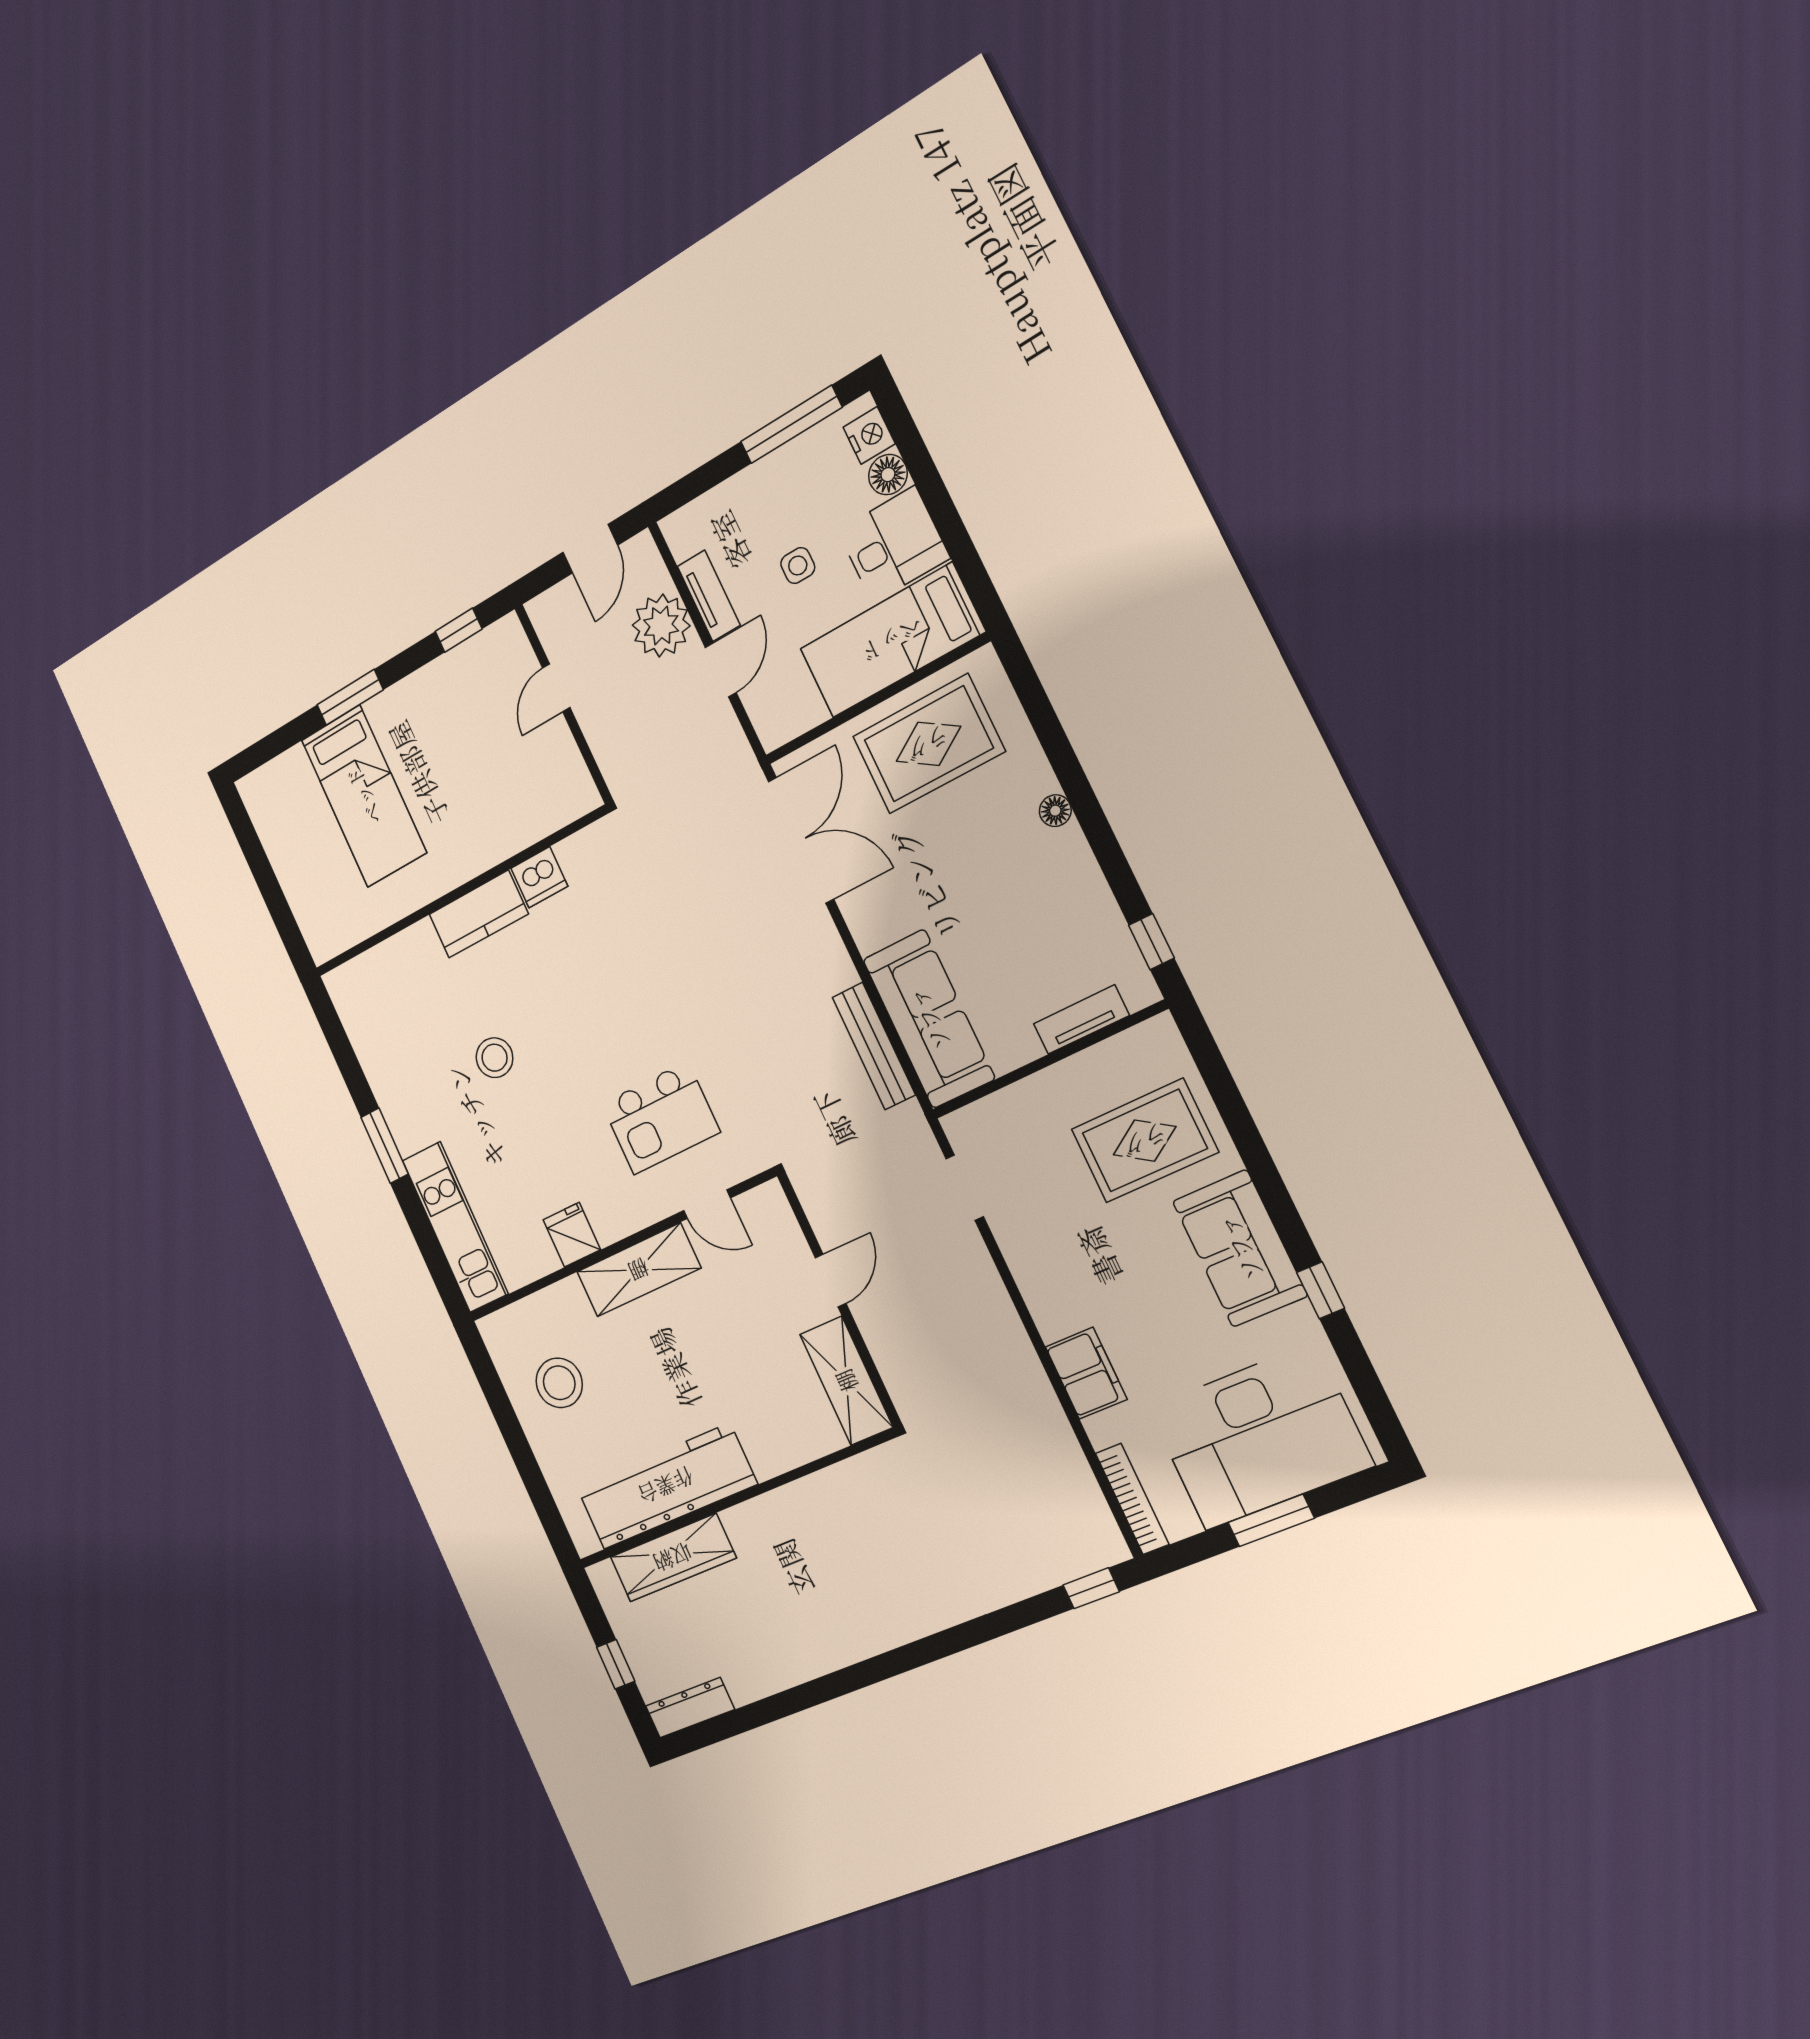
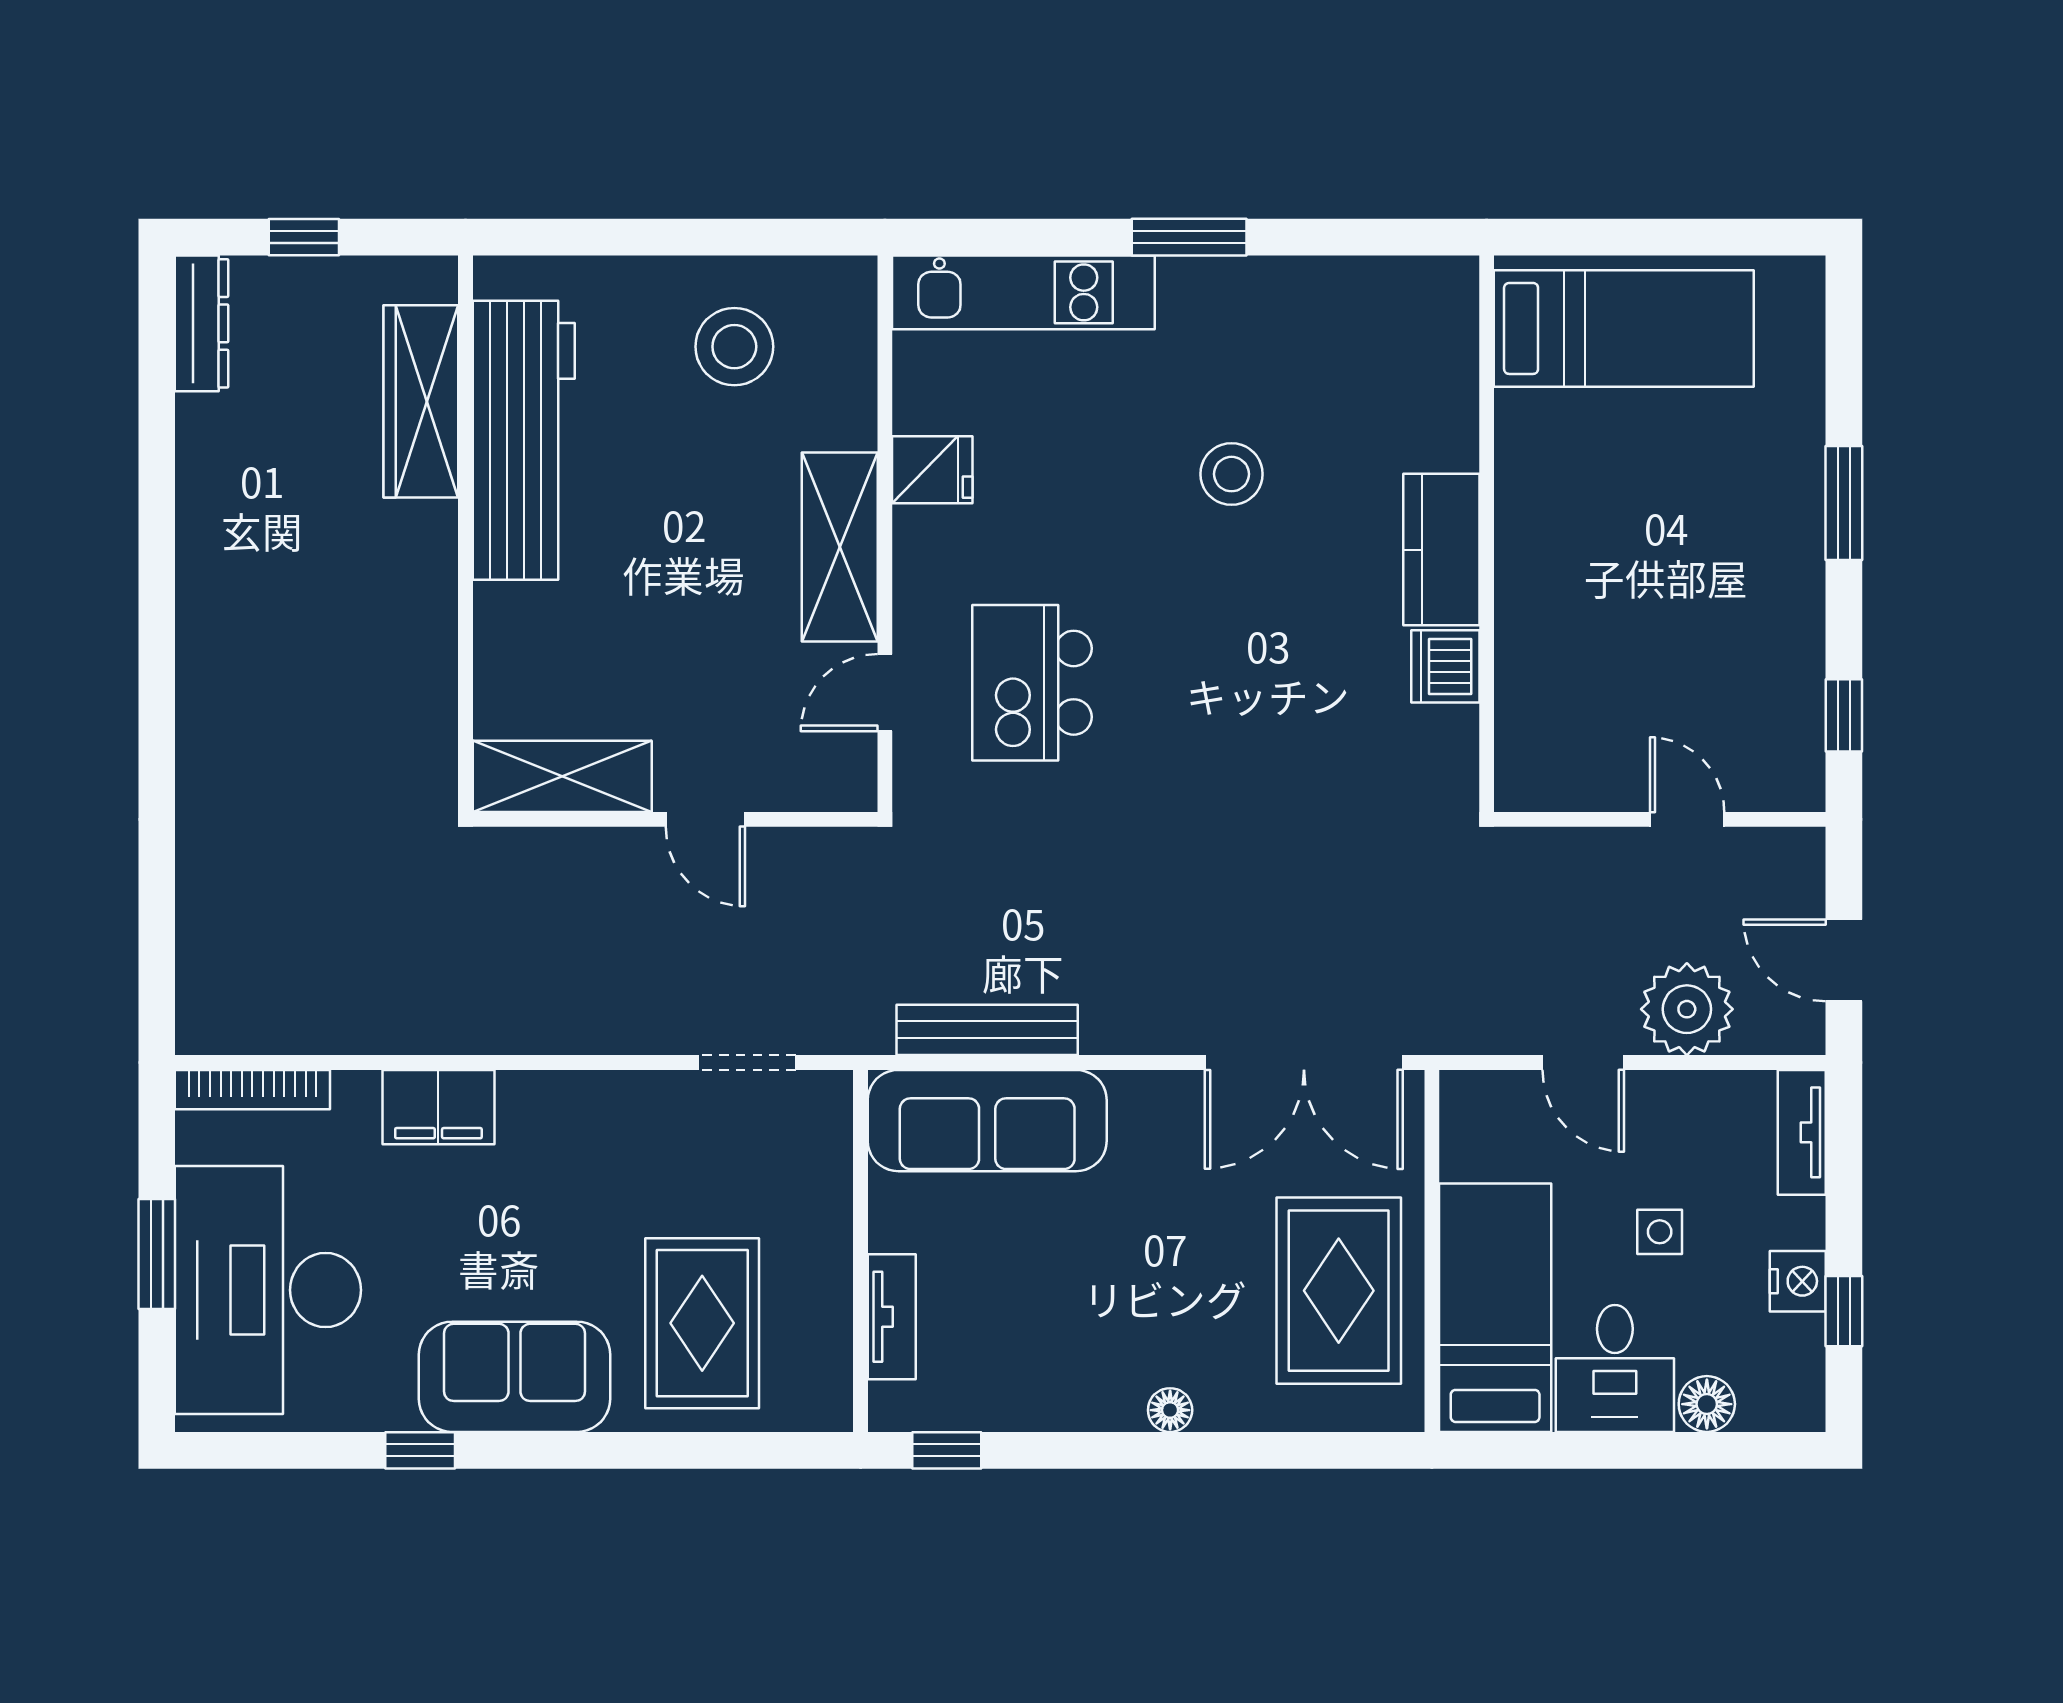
window: (791, 424) -> (1844, 1311), width x0.46
nightstand: (869, 435) -> (1798, 1281), moved, turned -90
tv unit: (709, 596) -> (1802, 1132), moved, turned 90
bed: (364, 796) -> (1624, 328), moved, turned 180
window: (1091, 1588) -> (157, 980), removed

